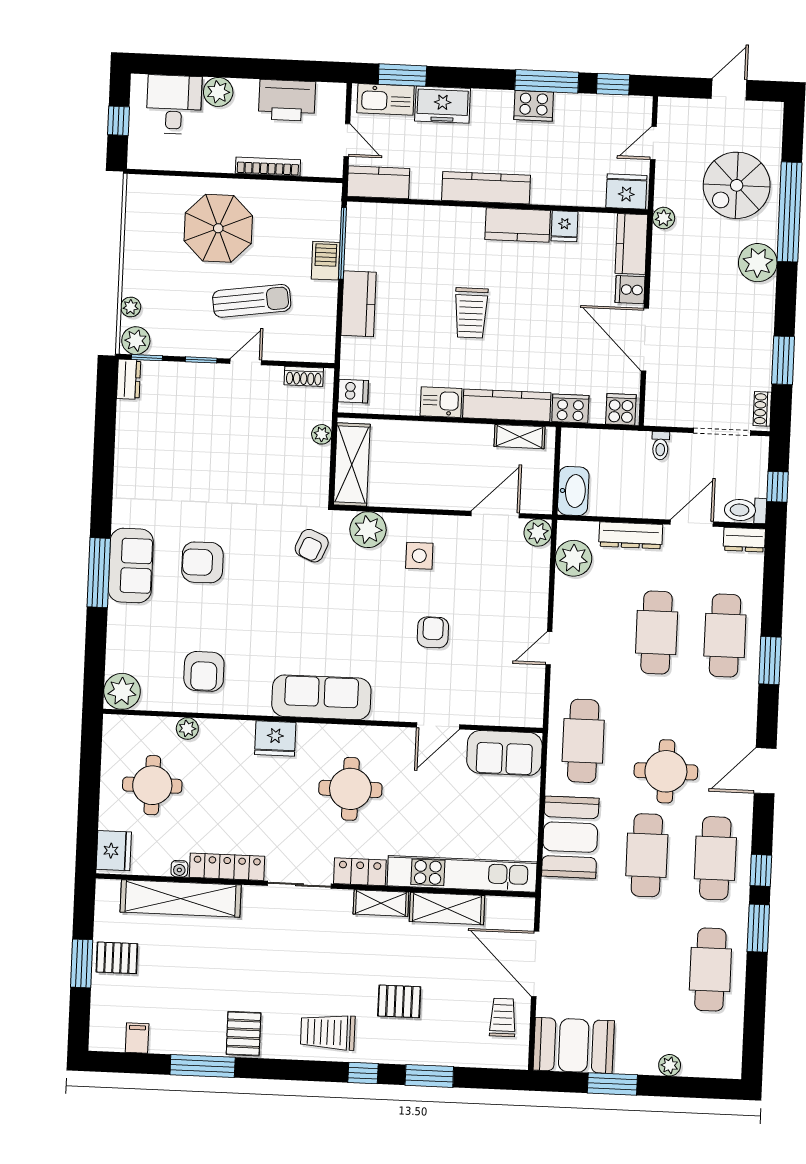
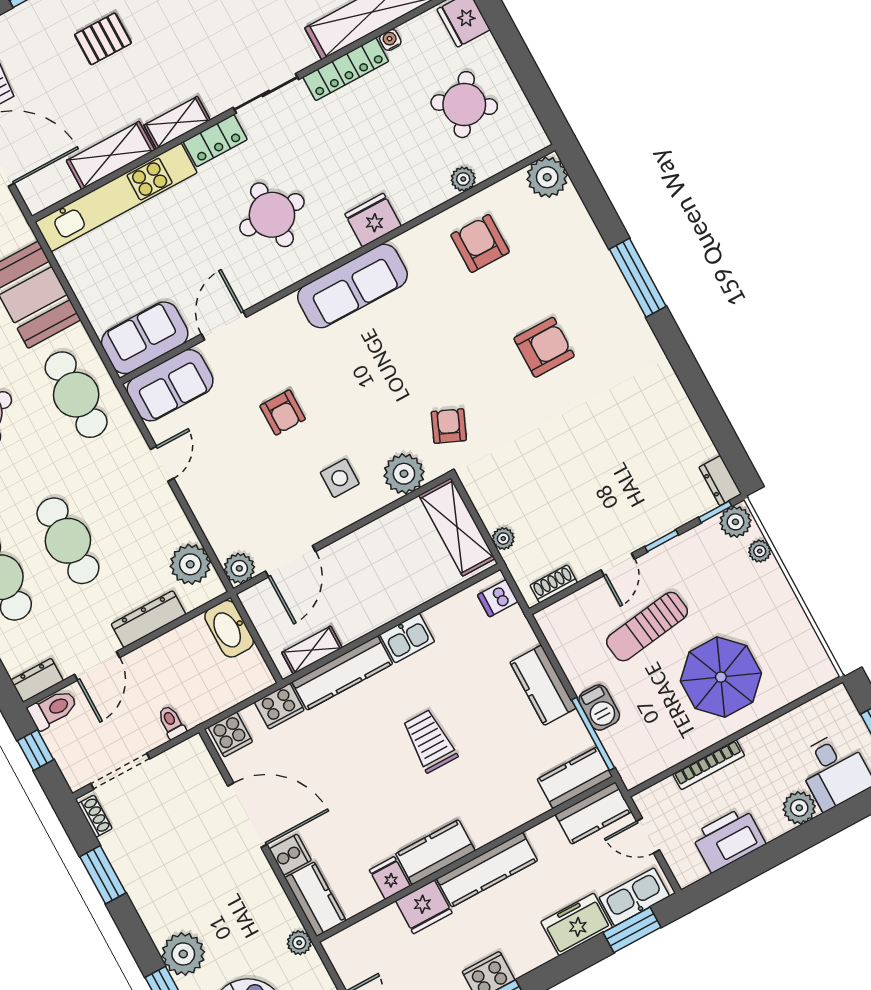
fridge: (626, 191) -> (424, 907), moved
kitchen counter: (376, 218) -> (575, 778), added
sofa: (131, 566) -> (170, 385), moved, turned -90
round table: (152, 785) -> (464, 105), turned 33

